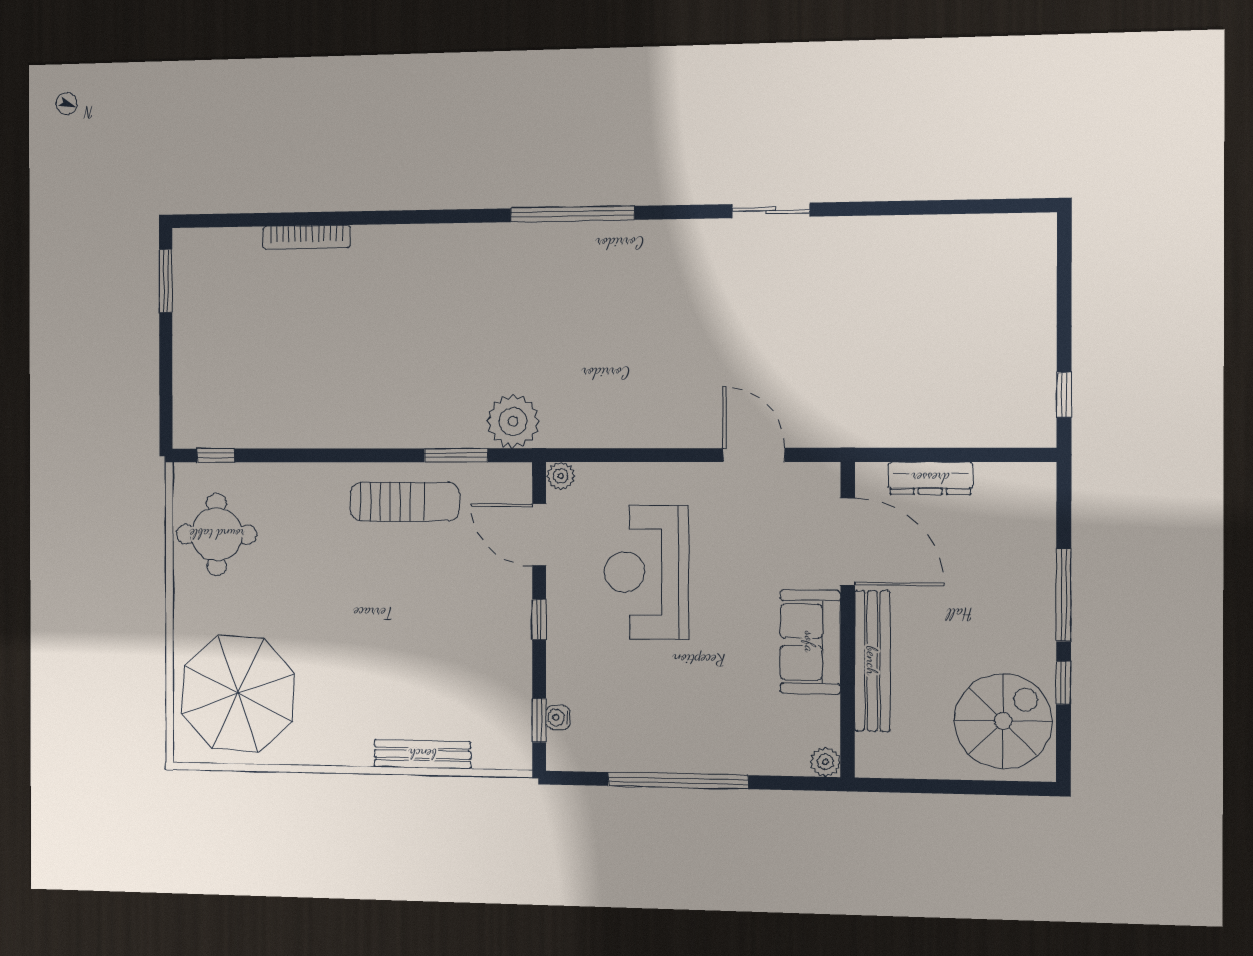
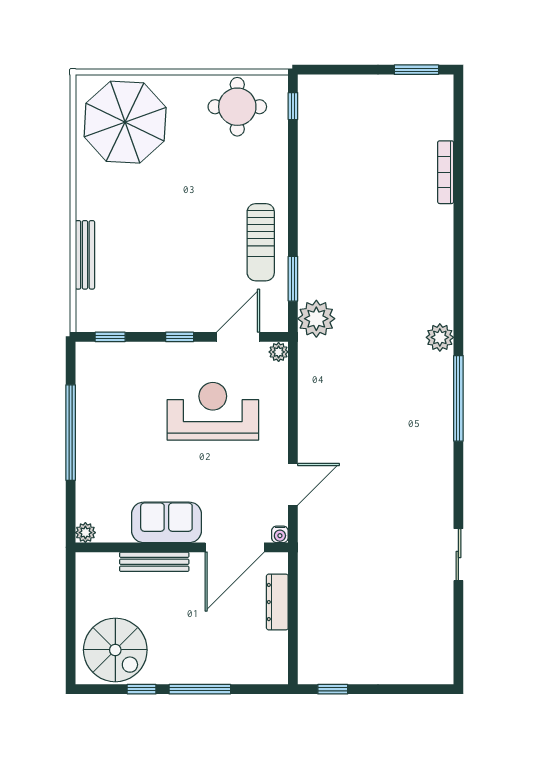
sliding door: (771, 210) -> (458, 555), moved
window: (572, 214) -> (458, 398), moved
plant: (540, 242) -> (440, 337), added
bench: (872, 661) -> (154, 562), width x0.73, depth x0.82
water cooler: (558, 717) -> (280, 534), moved, turned 180

